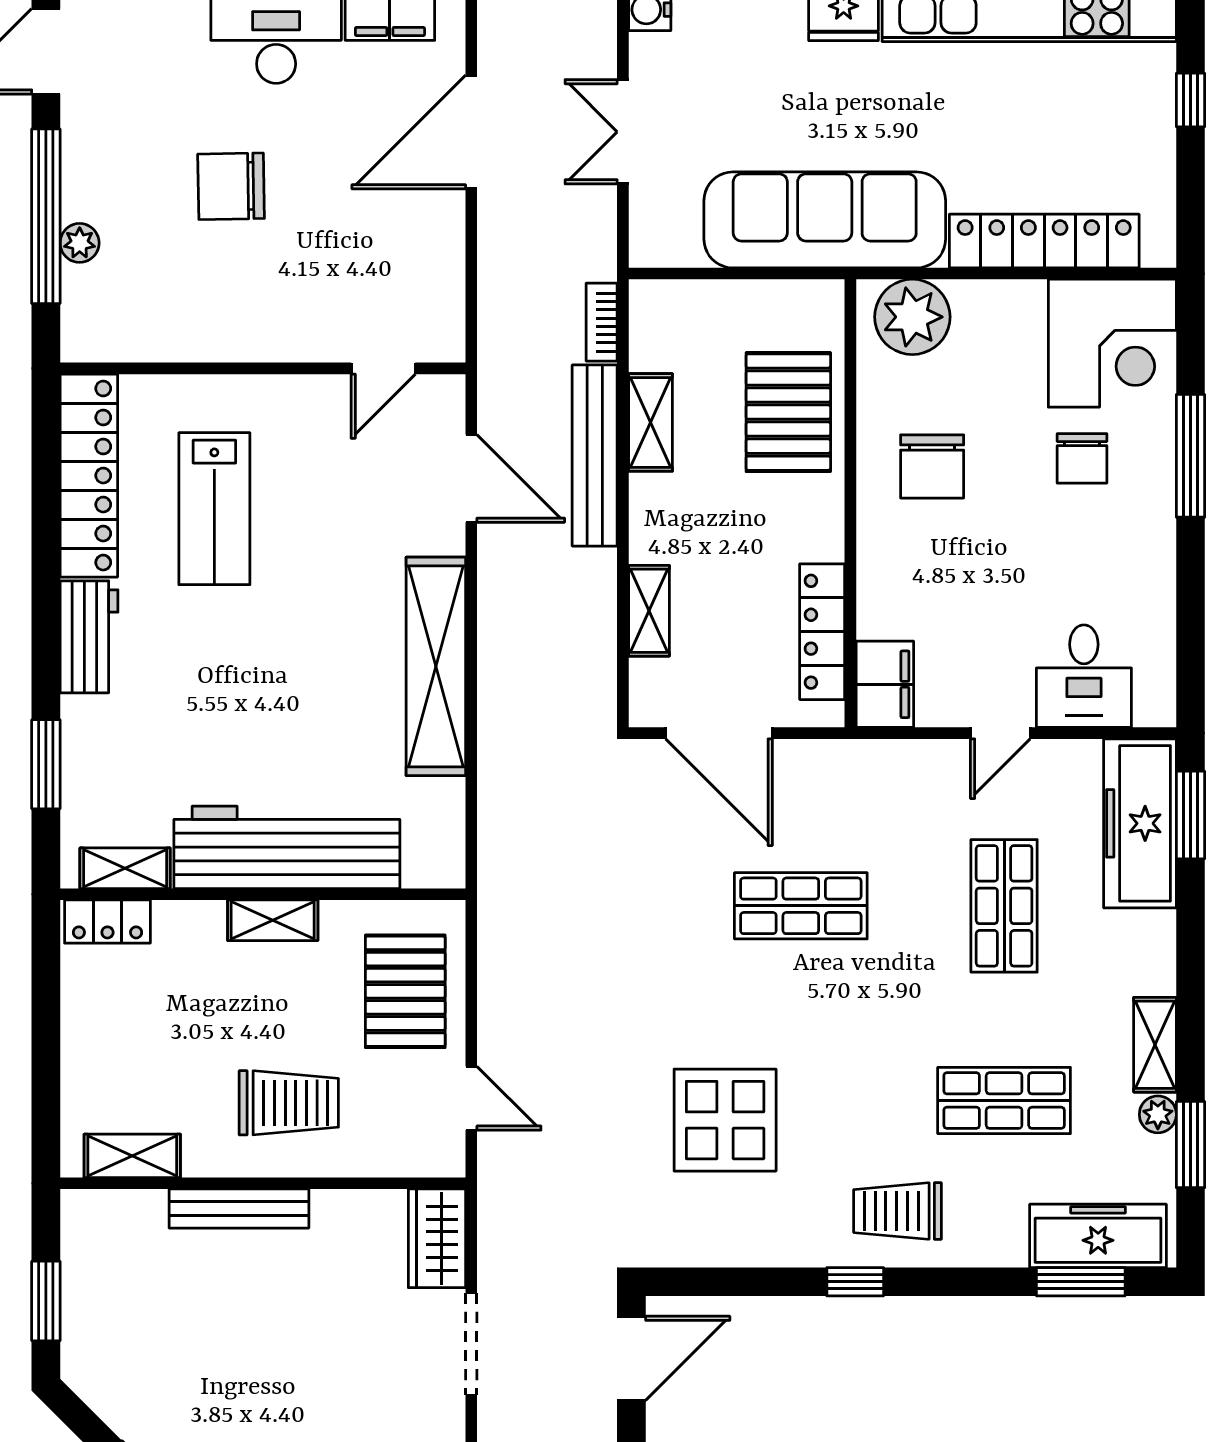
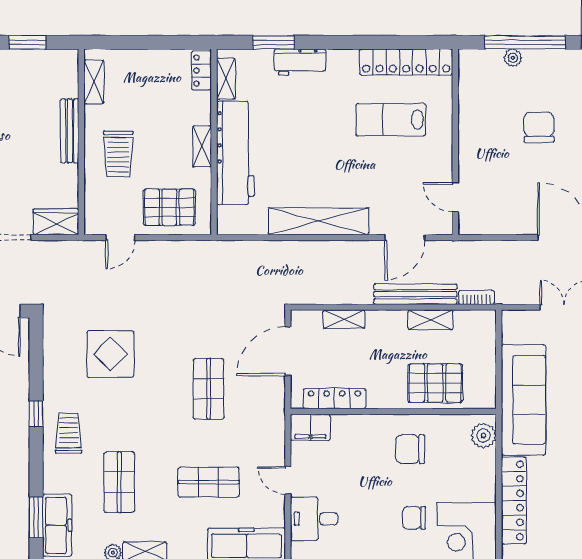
plant: (912, 317) -> (484, 435), width x0.73, depth x0.73
workbench: (89, 637) -> (300, 62), moved

